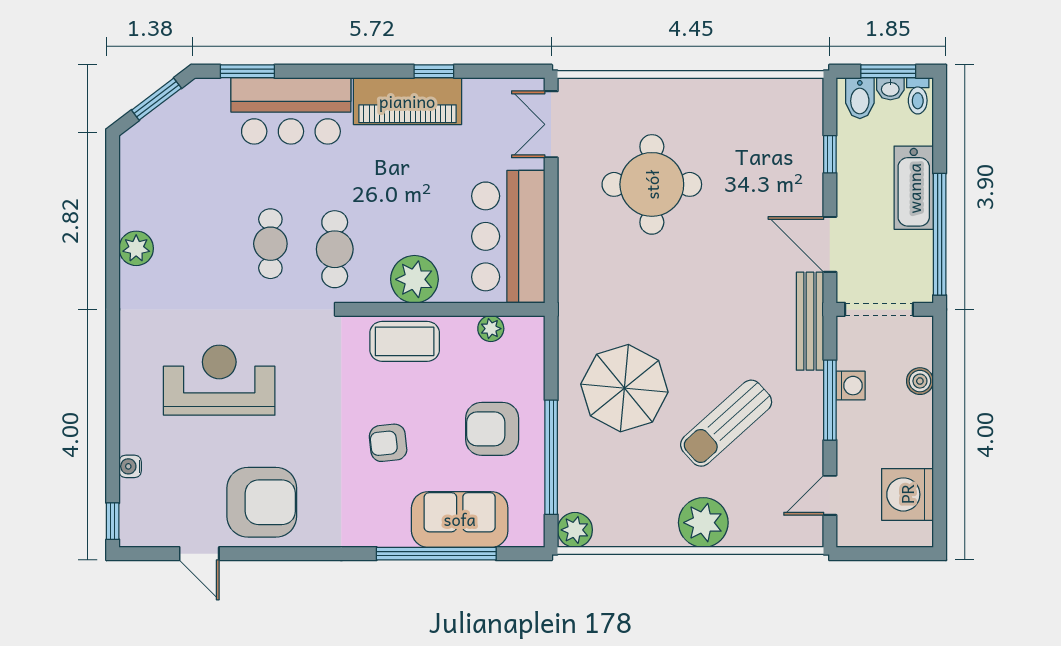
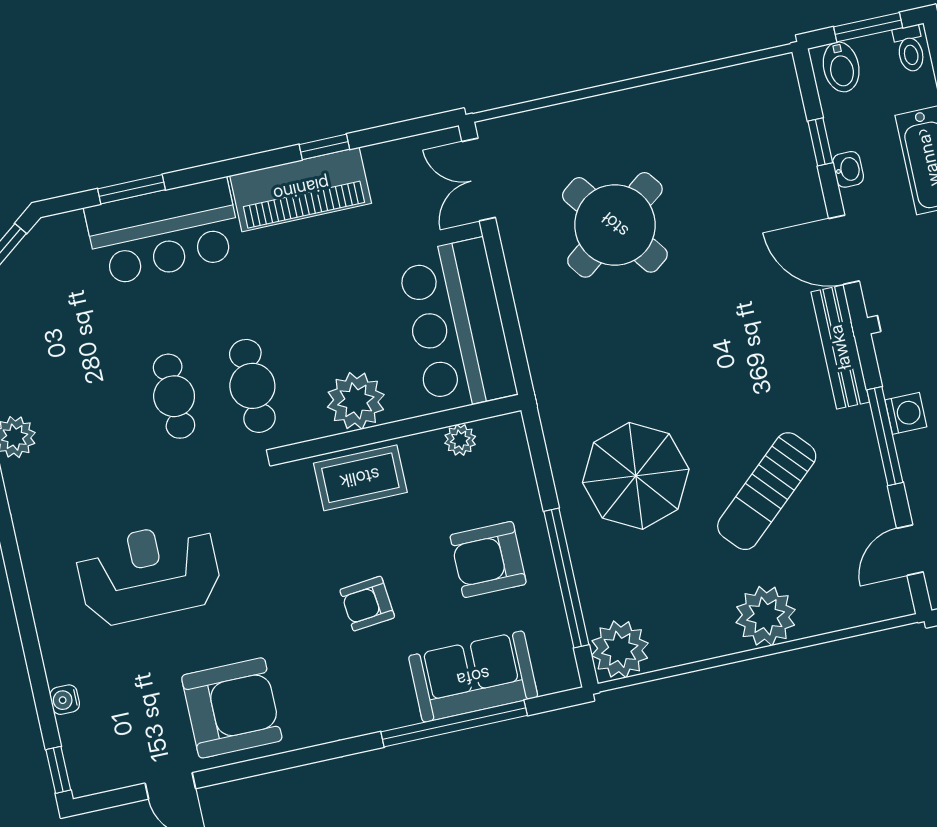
window: (247, 71) -> (131, 189), moved
washbasin: (890, 89) -> (848, 169), moved, turned -90
round table: (652, 184) -> (615, 225), turned -37
plant: (575, 530) -> (620, 649), width x1.36, depth x1.36

